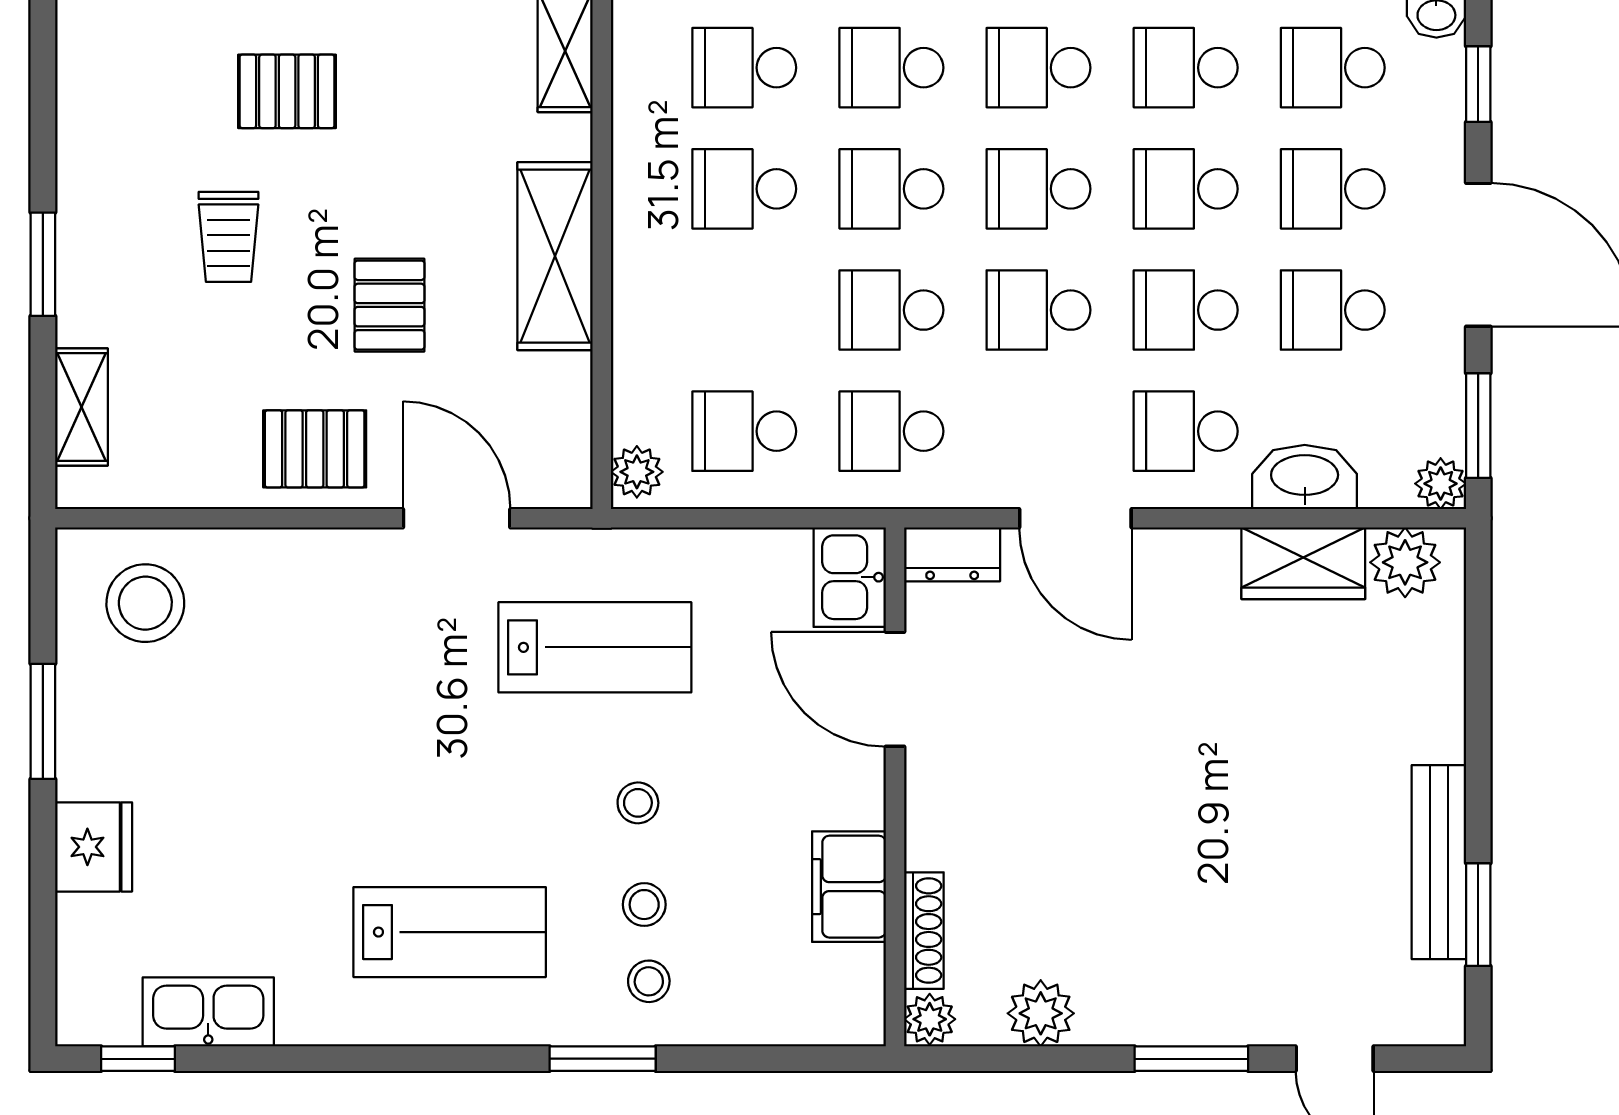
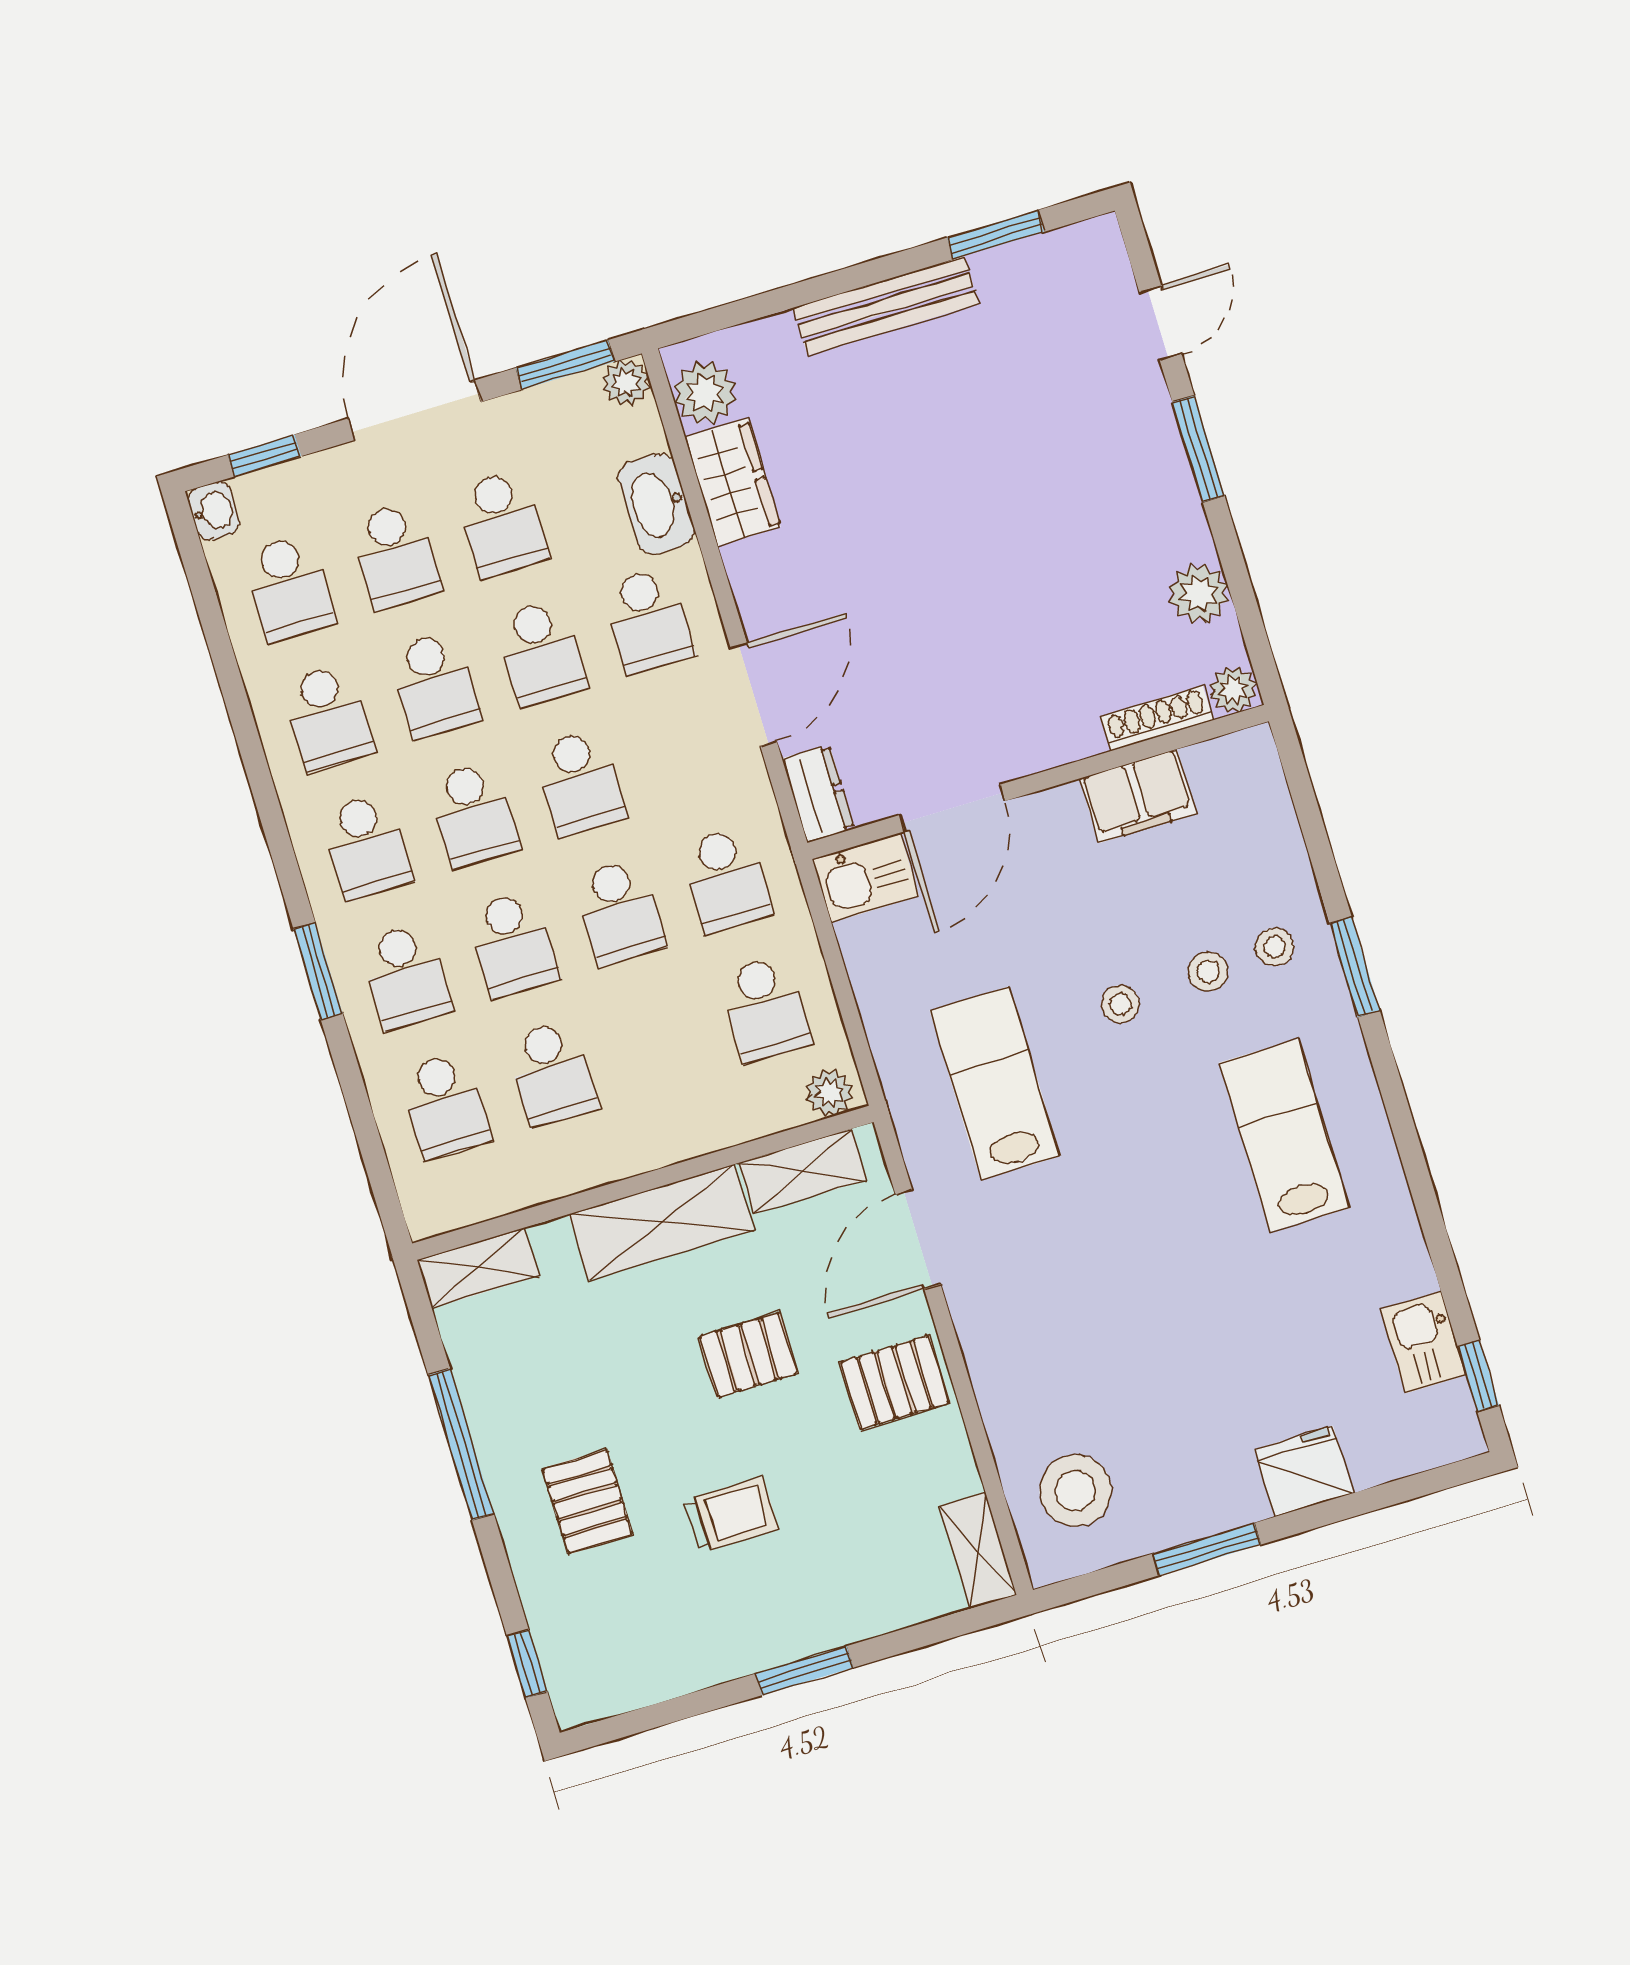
shelving: (82, 407) -> (978, 1550), moved, turned 90
shelving: (564, 419) -> (803, 1171), added
pallet: (315, 449) -> (895, 1383), turned 90
bench: (1439, 862) -> (886, 306), moved
kitchen sink: (208, 1012) -> (1423, 1342), width x0.73

